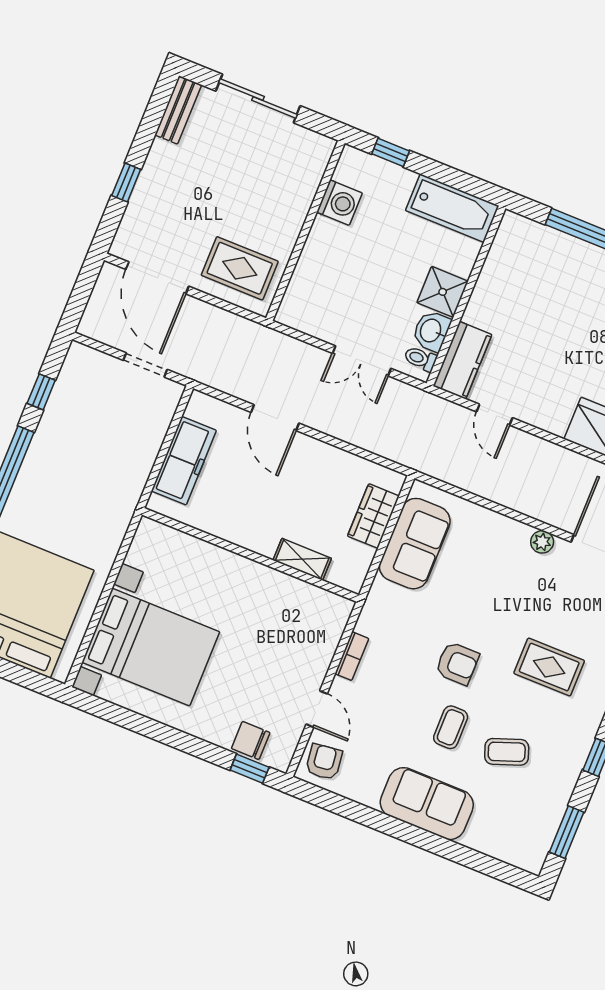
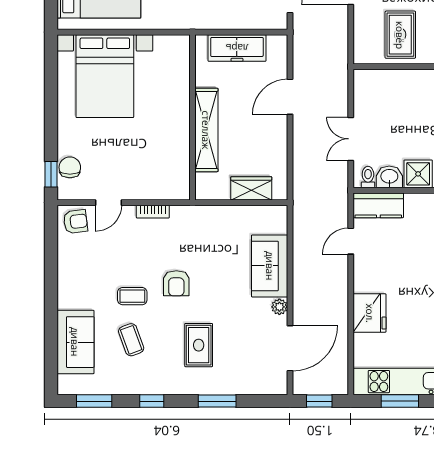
rug: (240, 268) -> (400, 35), moved
sofa: (415, 544) -> (270, 266), moved, turned 90
shelving: (302, 559) -> (206, 130), width x2.20, depth x1.33
sofa: (427, 804) -> (75, 342), moved

